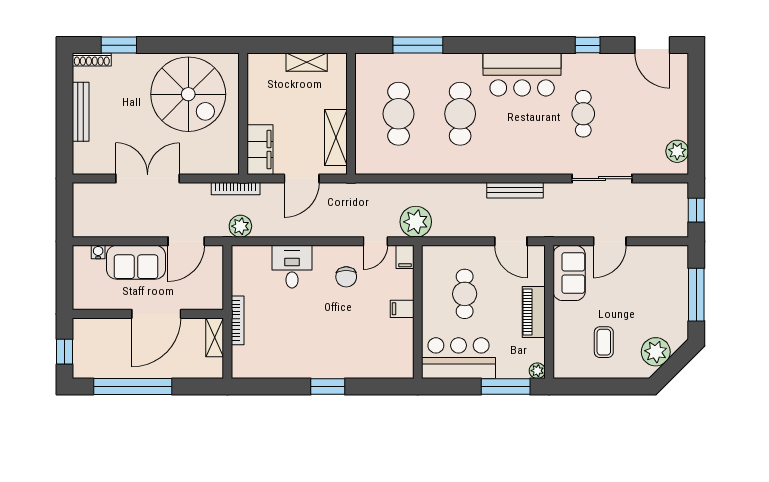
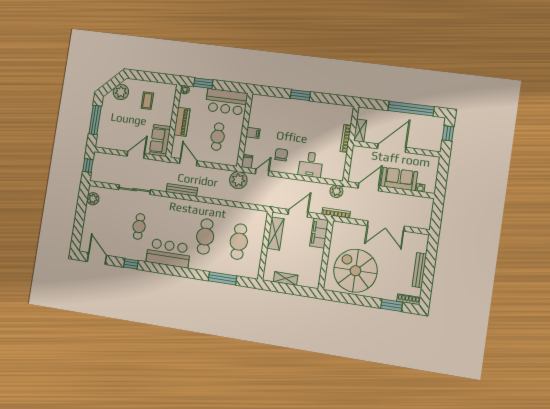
window: (506, 386) -> (203, 83), width x0.69

